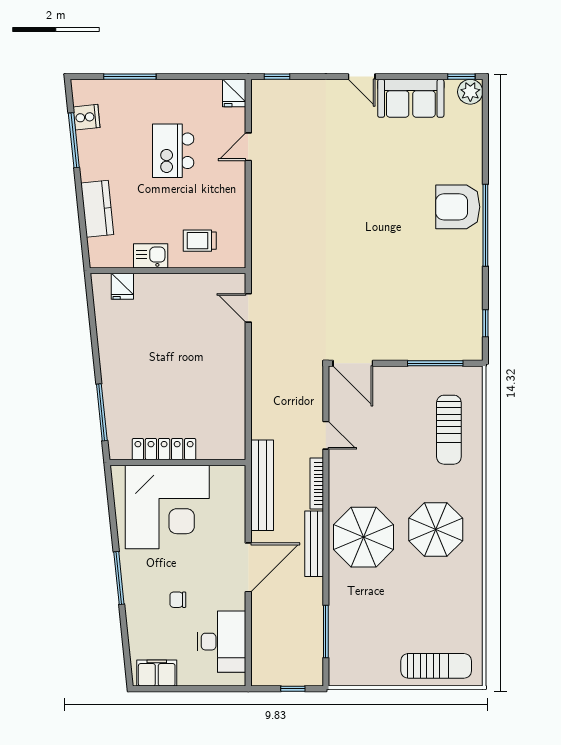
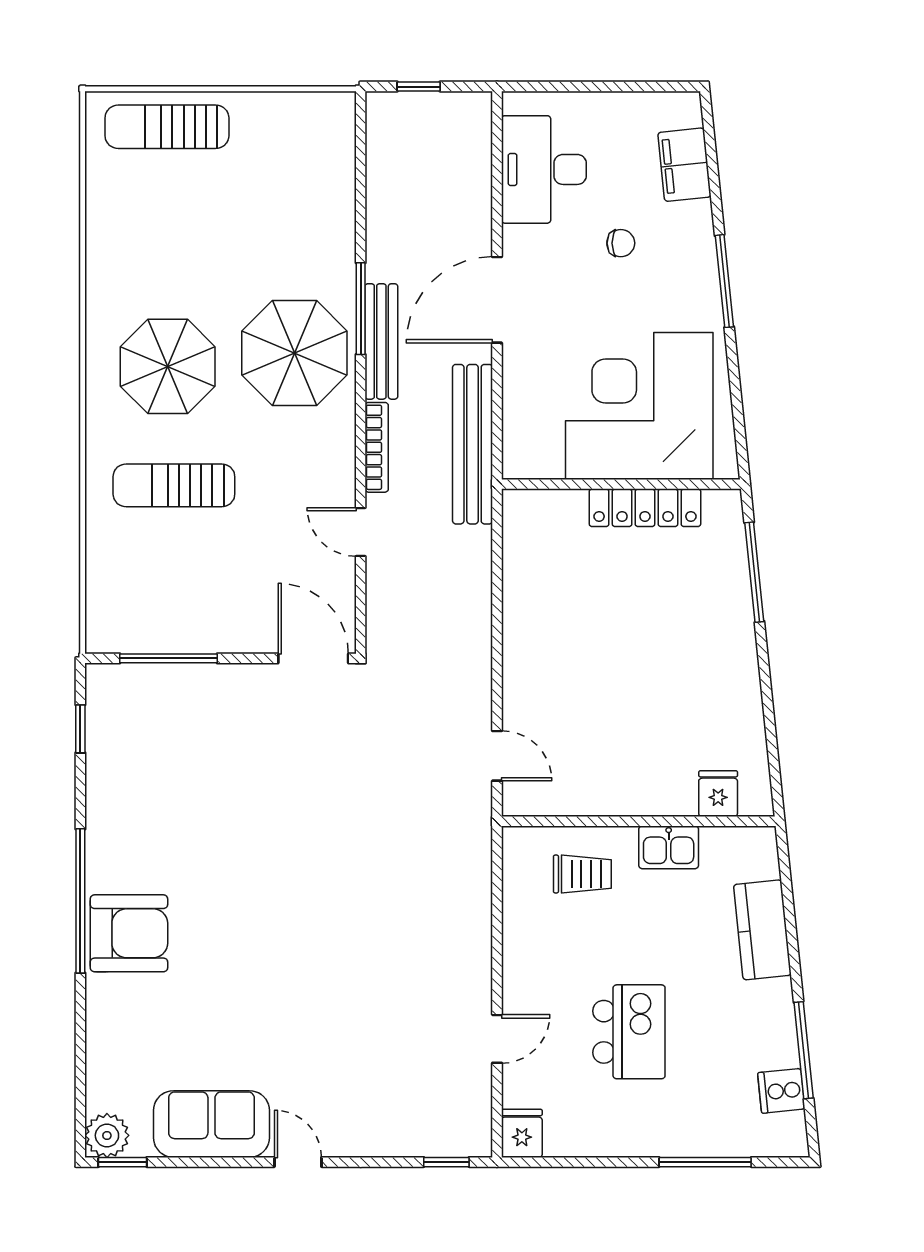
sun lounger: (449, 430) -> (174, 485), moved, turned -90
window: (326, 632) -> (361, 309), moved
filing cabinet: (157, 673) -> (684, 165), moved, turned 84

